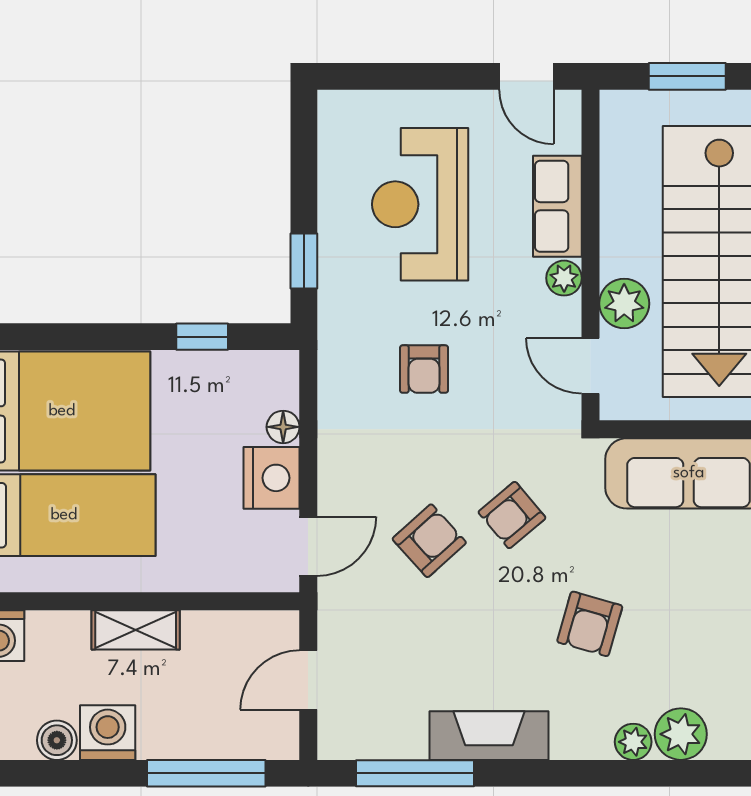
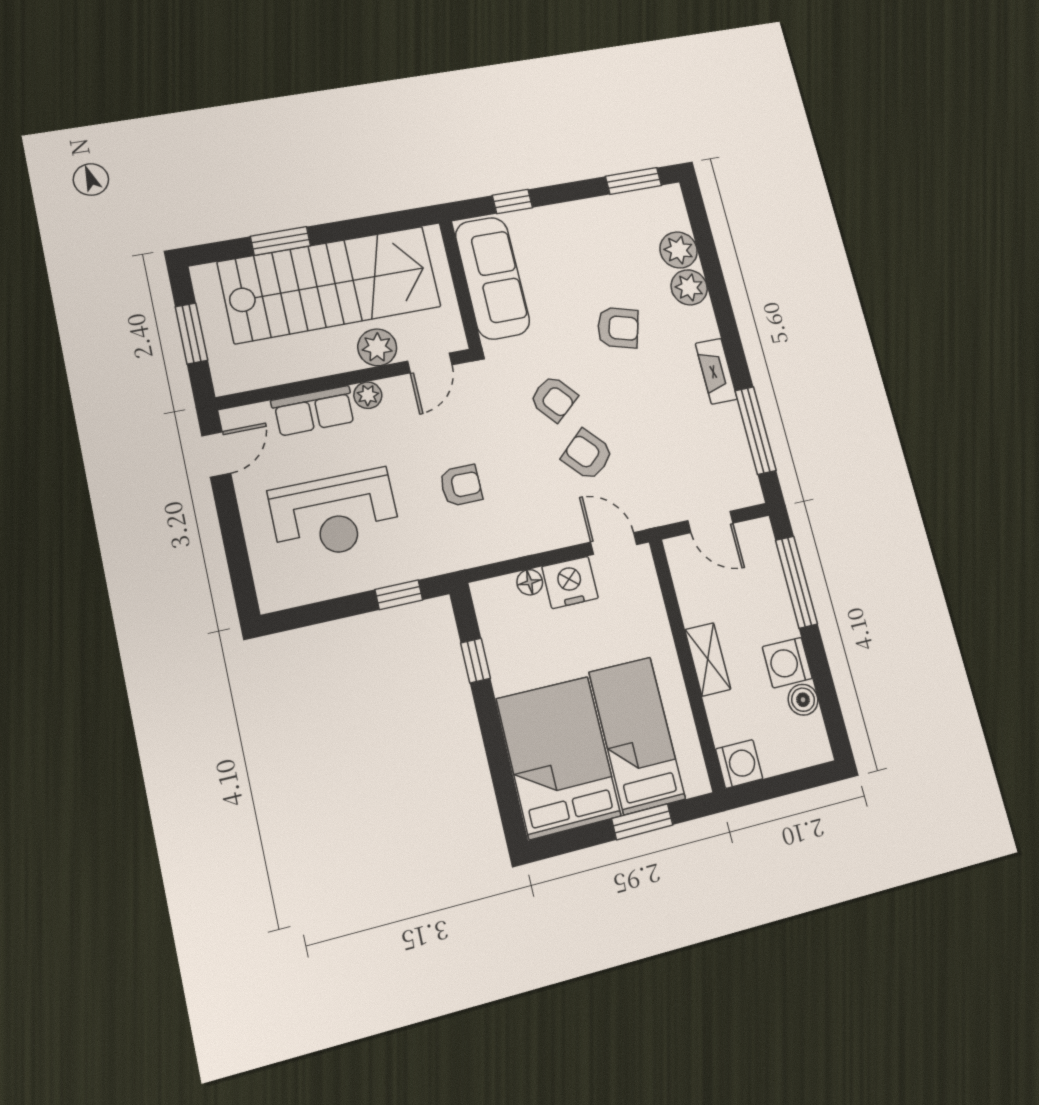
fireplace: (489, 736) -> (716, 371), width x0.73, depth x0.76
plant: (633, 742) -> (689, 287), width x1.38, depth x1.38

